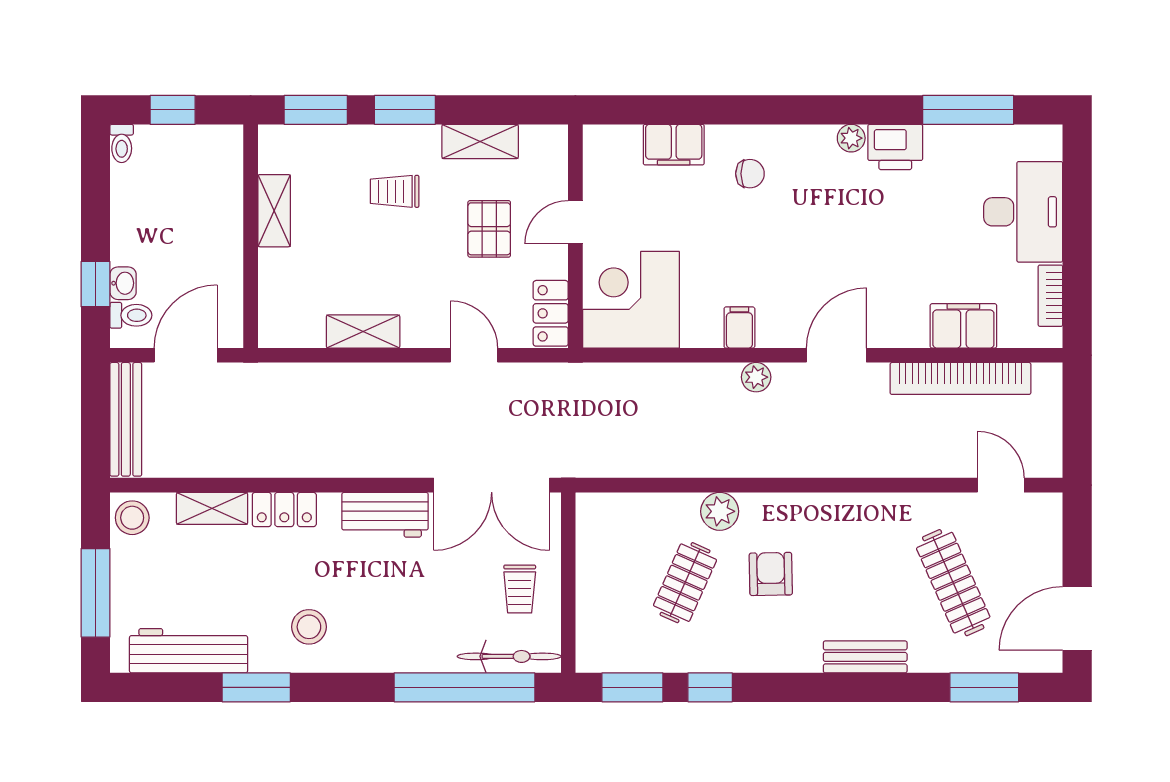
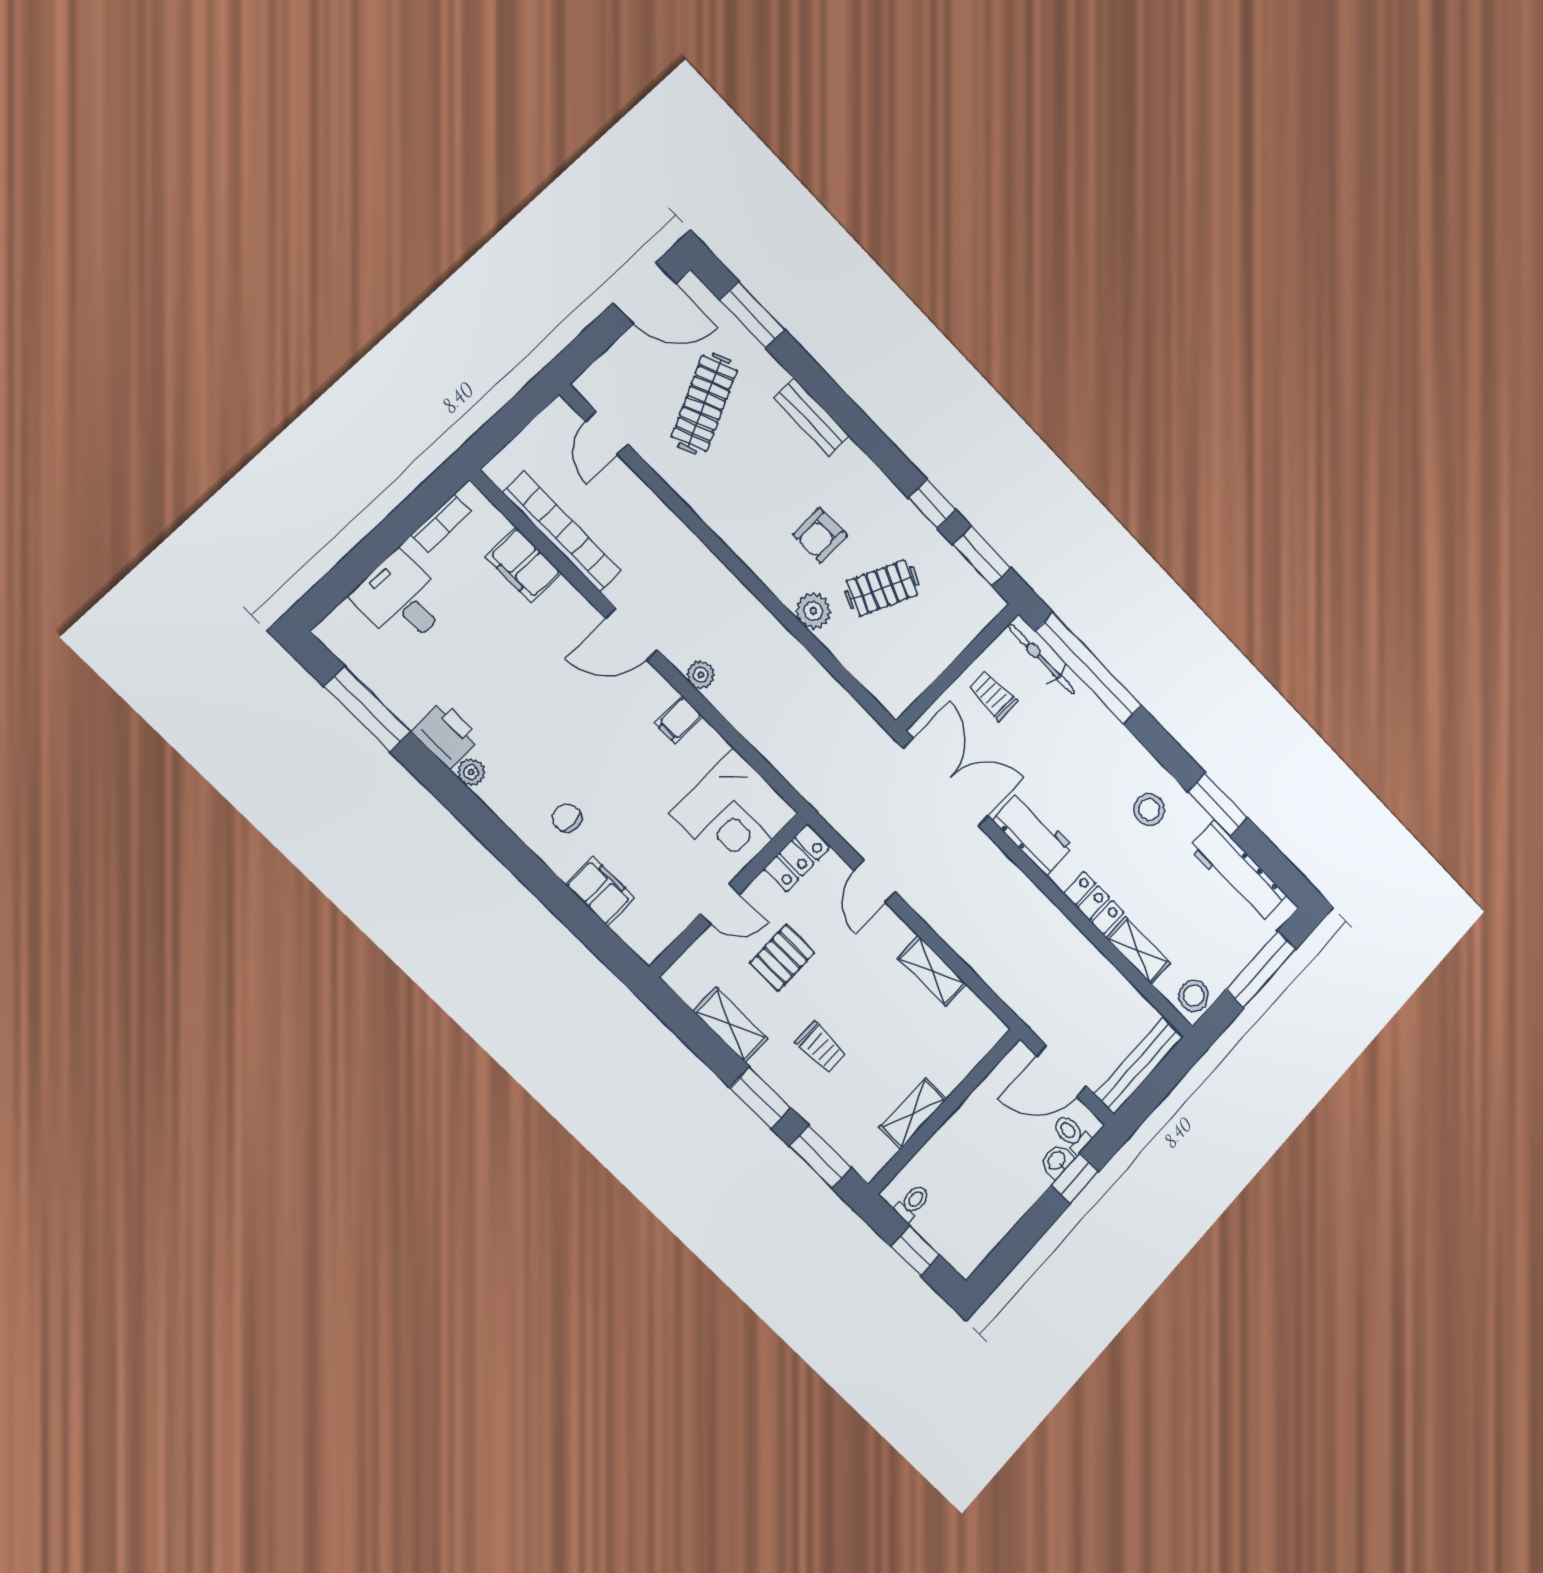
toilet: (122, 143) -> (912, 1203), moved
desk: (1023, 212) -> (401, 599), width x0.73
trolley: (520, 589) -> (993, 695), turned -90

